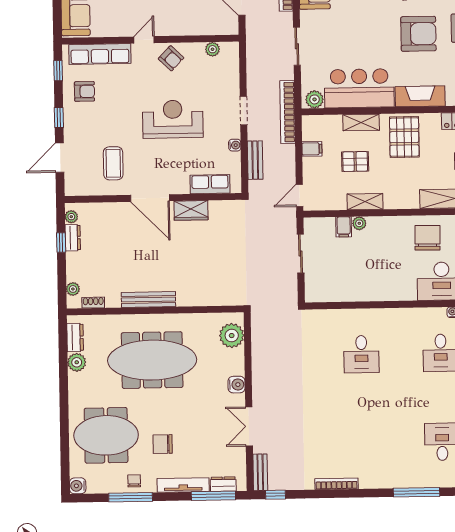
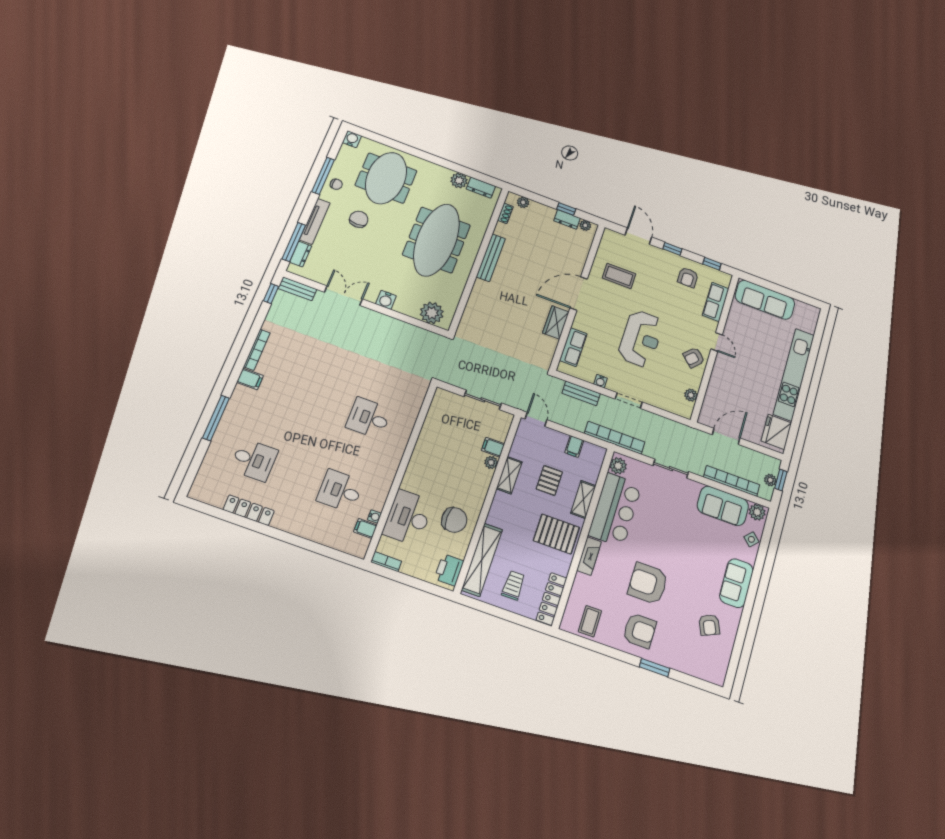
armchair: (418, 34) -> (648, 583), turned 90
row of seats: (100, 54) -> (716, 302), width x0.68
fireplace: (420, 96) -> (589, 556), width x0.73, depth x0.76
filing cabinet: (367, 478) -> (250, 379), added

